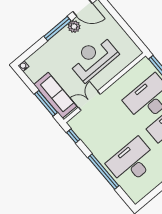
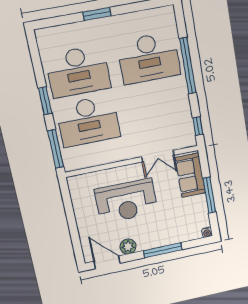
window: (57, 29) -> (163, 250), moved
sofa: (55, 95) -> (190, 175), width x0.73
window: (46, 103) -> (209, 195), moved

